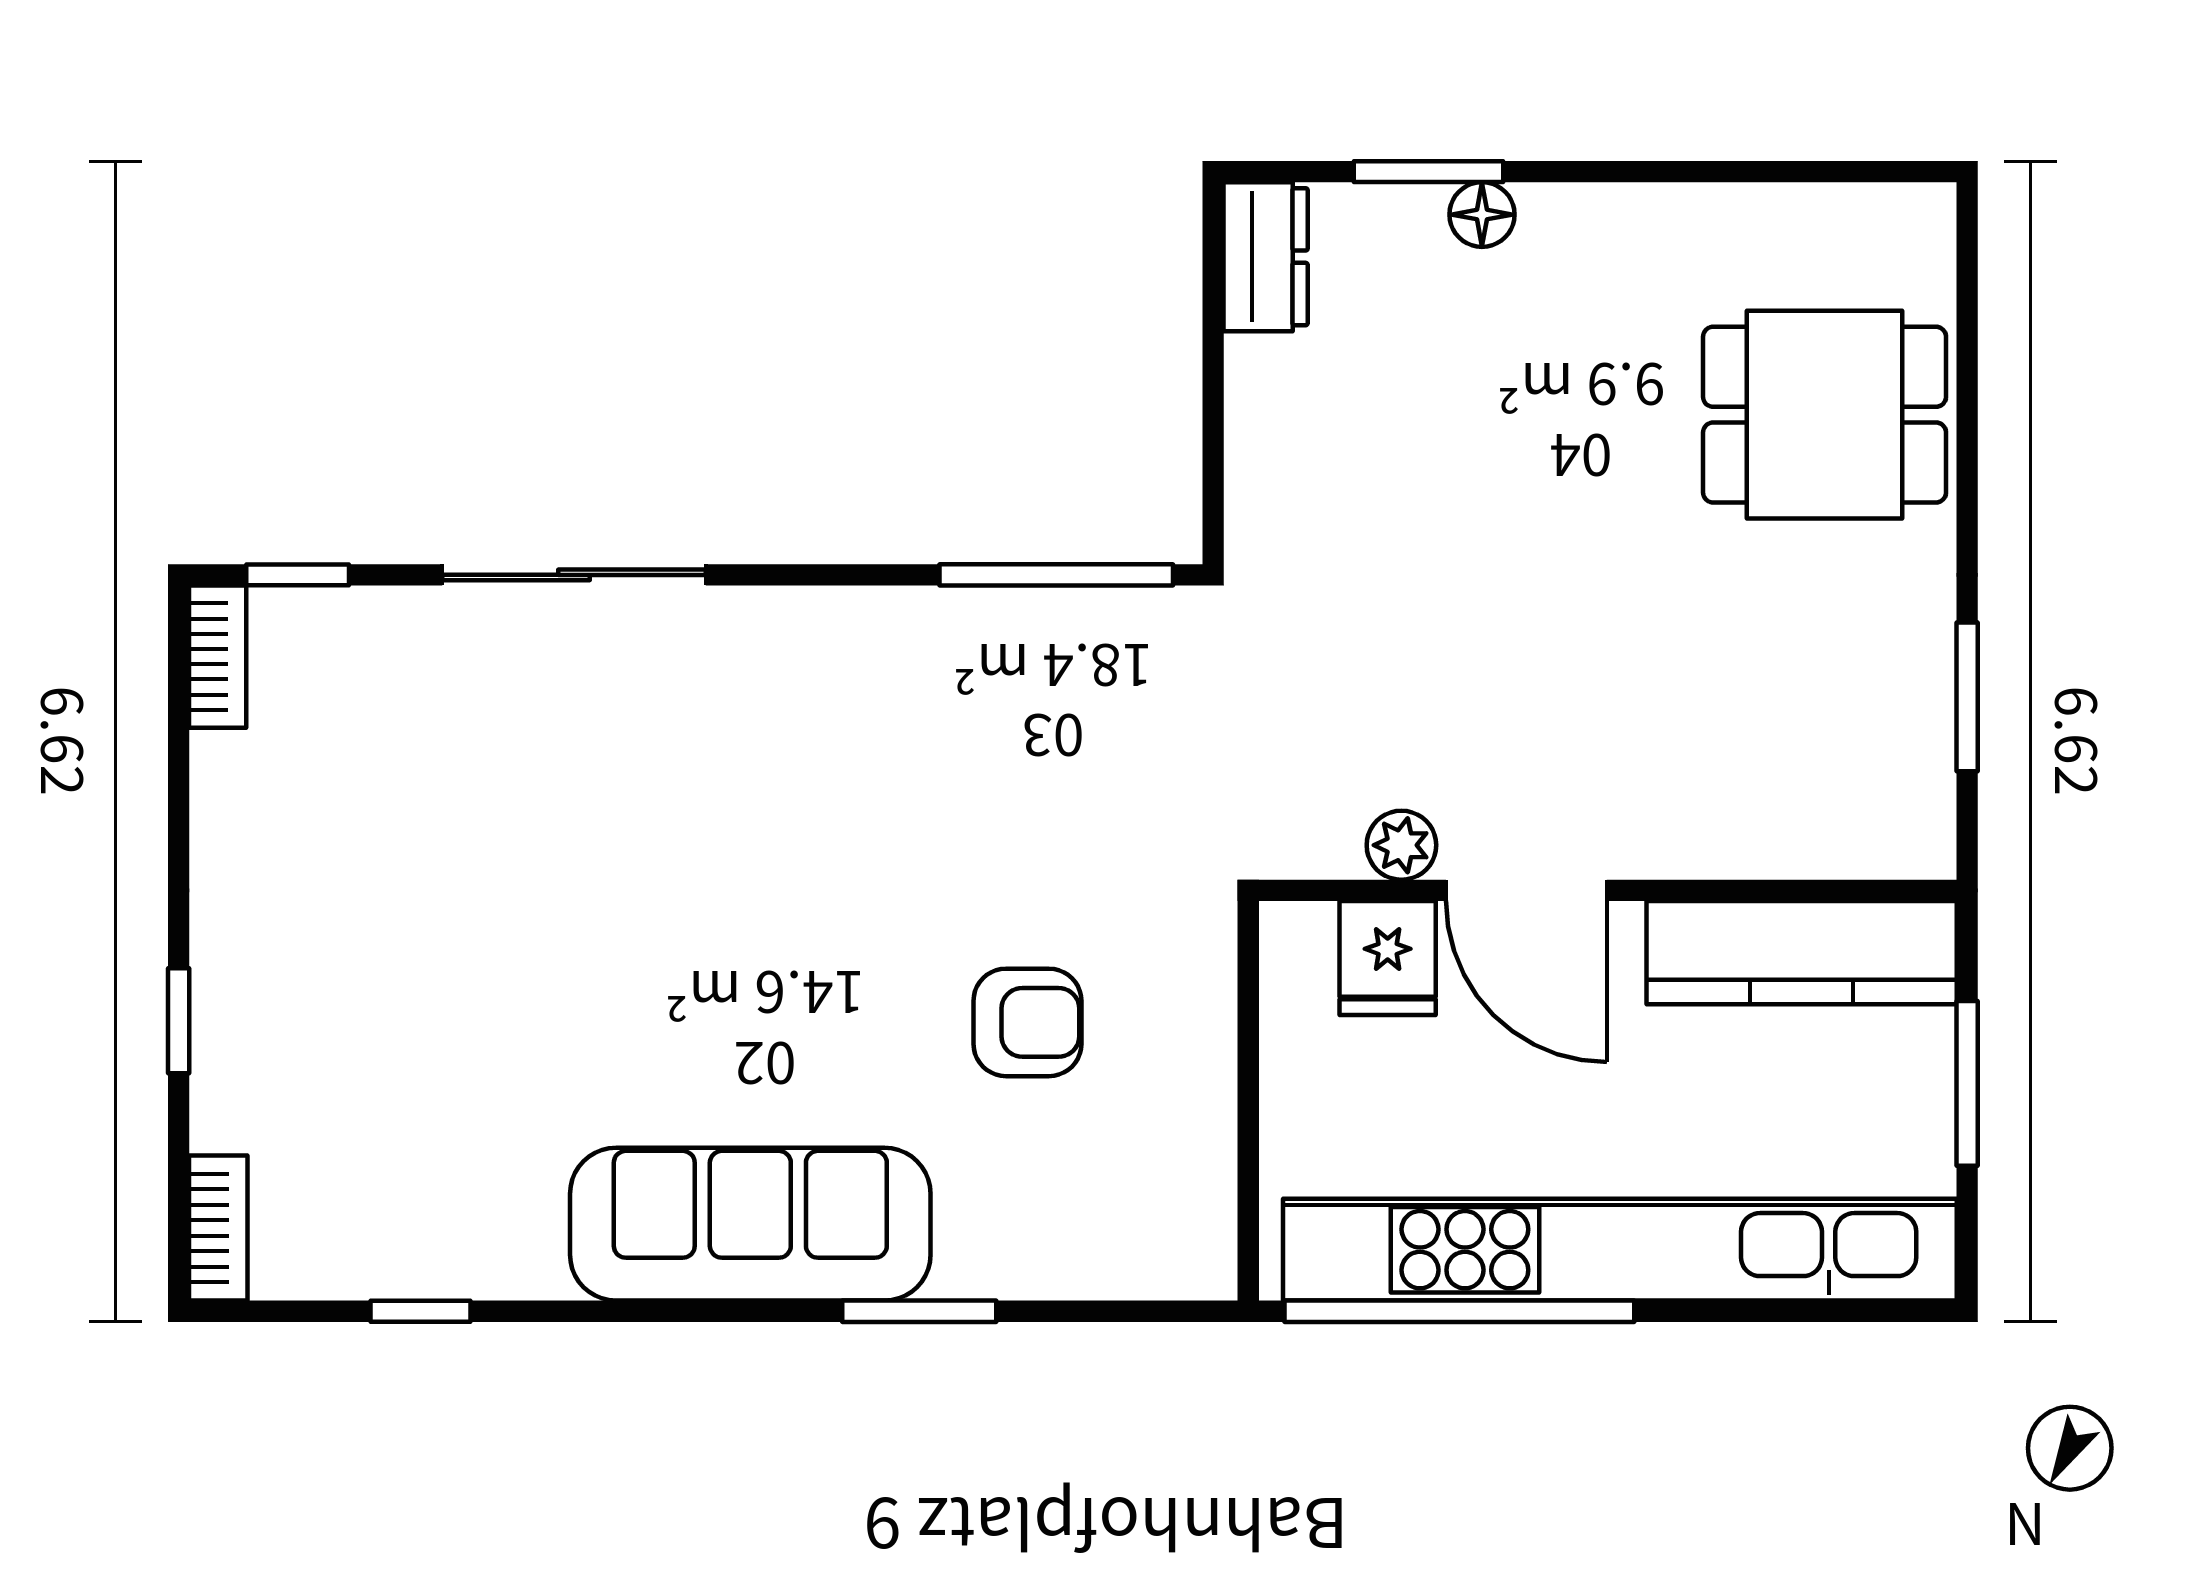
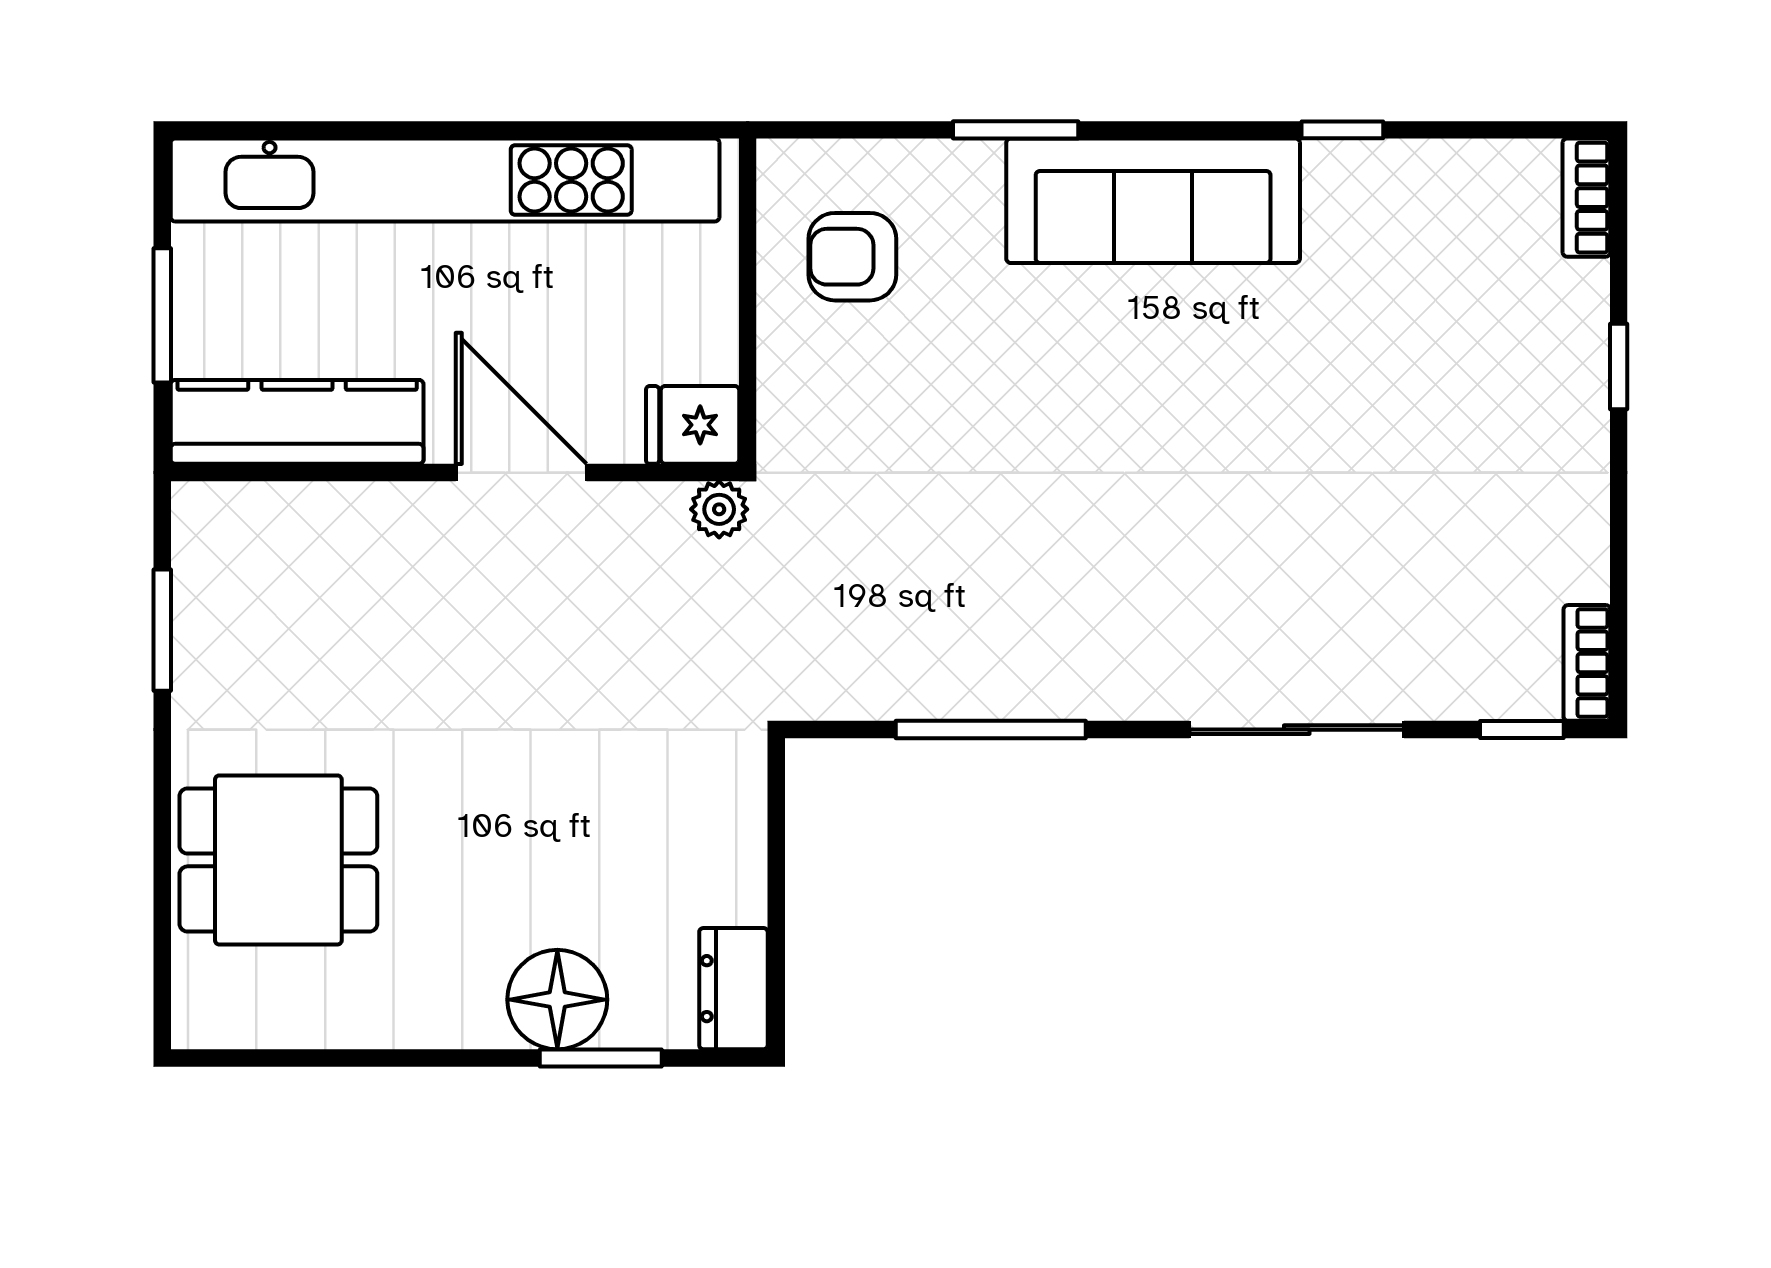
floor lamp: (1482, 215) -> (557, 1000), width x1.89, depth x1.89
window: (1056, 575) -> (991, 730), moved
plant: (1401, 845) -> (719, 509), moved
fridge: (1388, 958) -> (693, 425), moved, turned -90
armchair: (1027, 1022) -> (852, 257), moved
window: (420, 1311) -> (1342, 130), moved
window: (1459, 1311) -> (576, 130), removed

